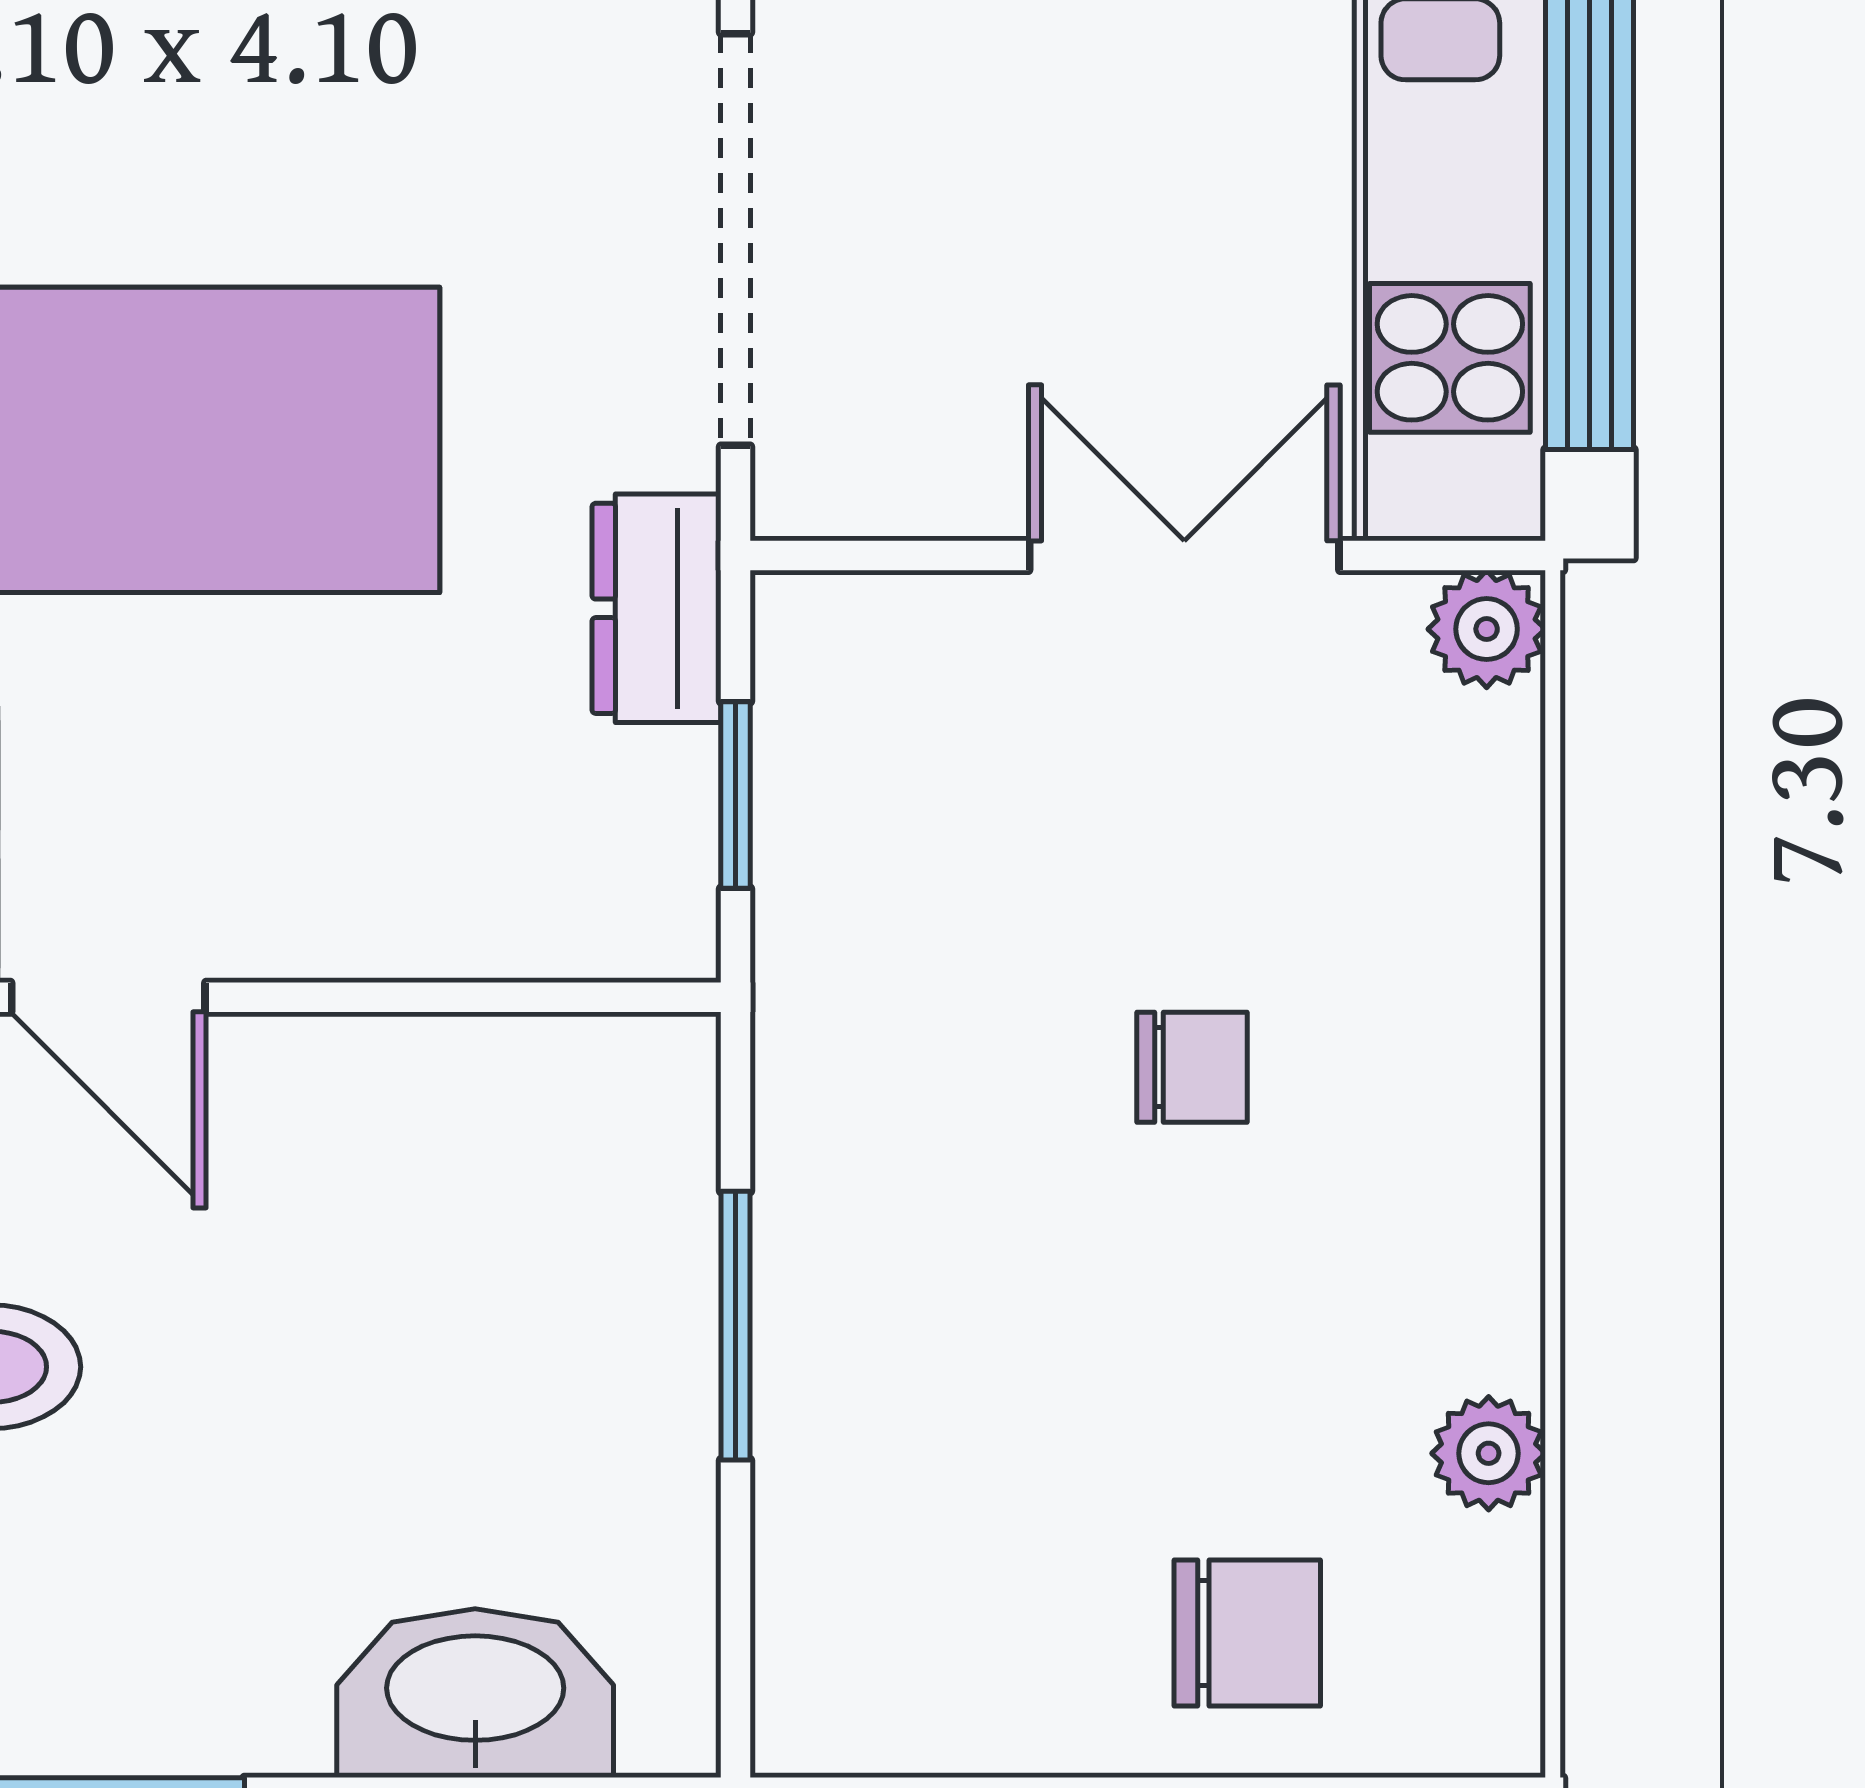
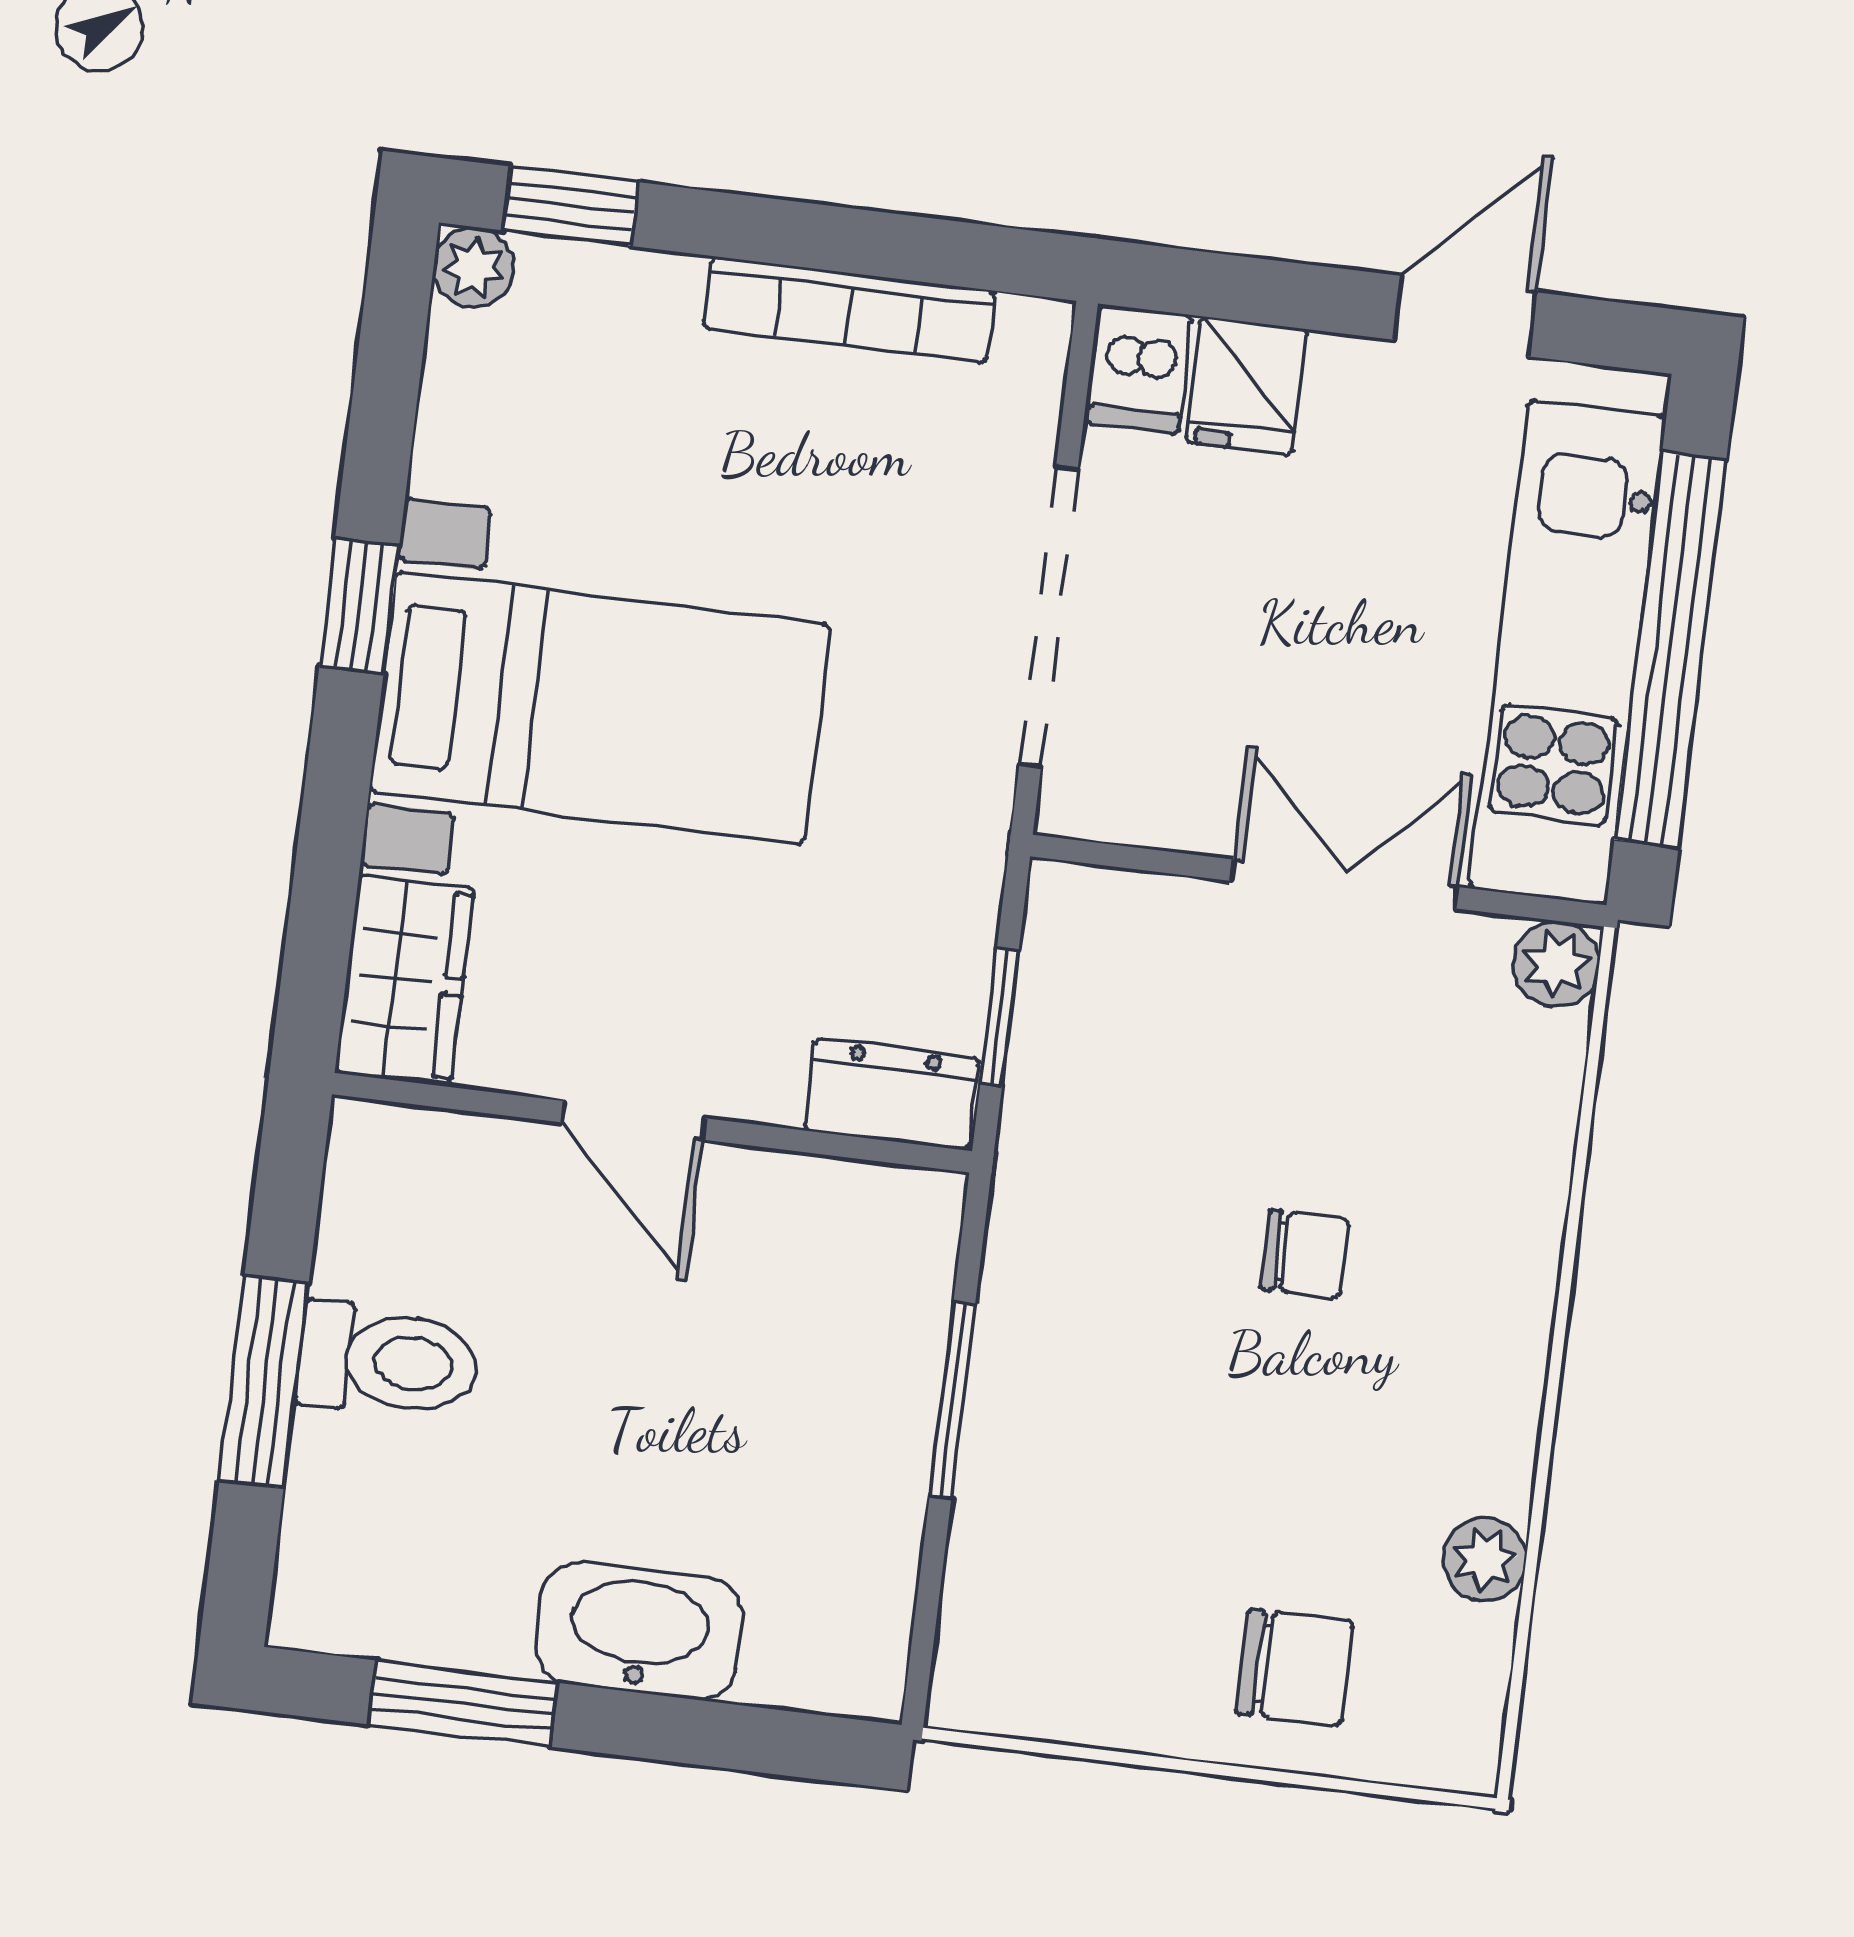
dresser: (656, 608) -> (892, 1094), moved, turned 90
door: (108, 997) -> (634, 1120), moved
washbasin: (475, 1693) -> (639, 1631), moved

